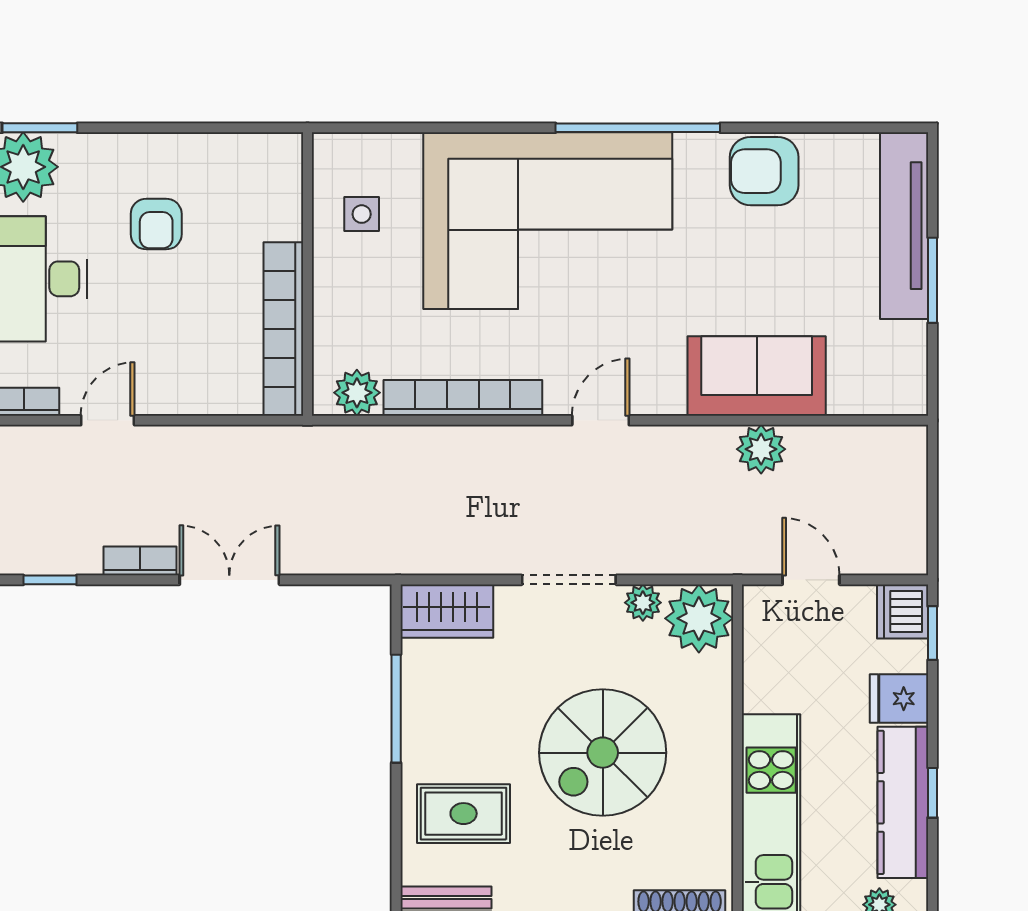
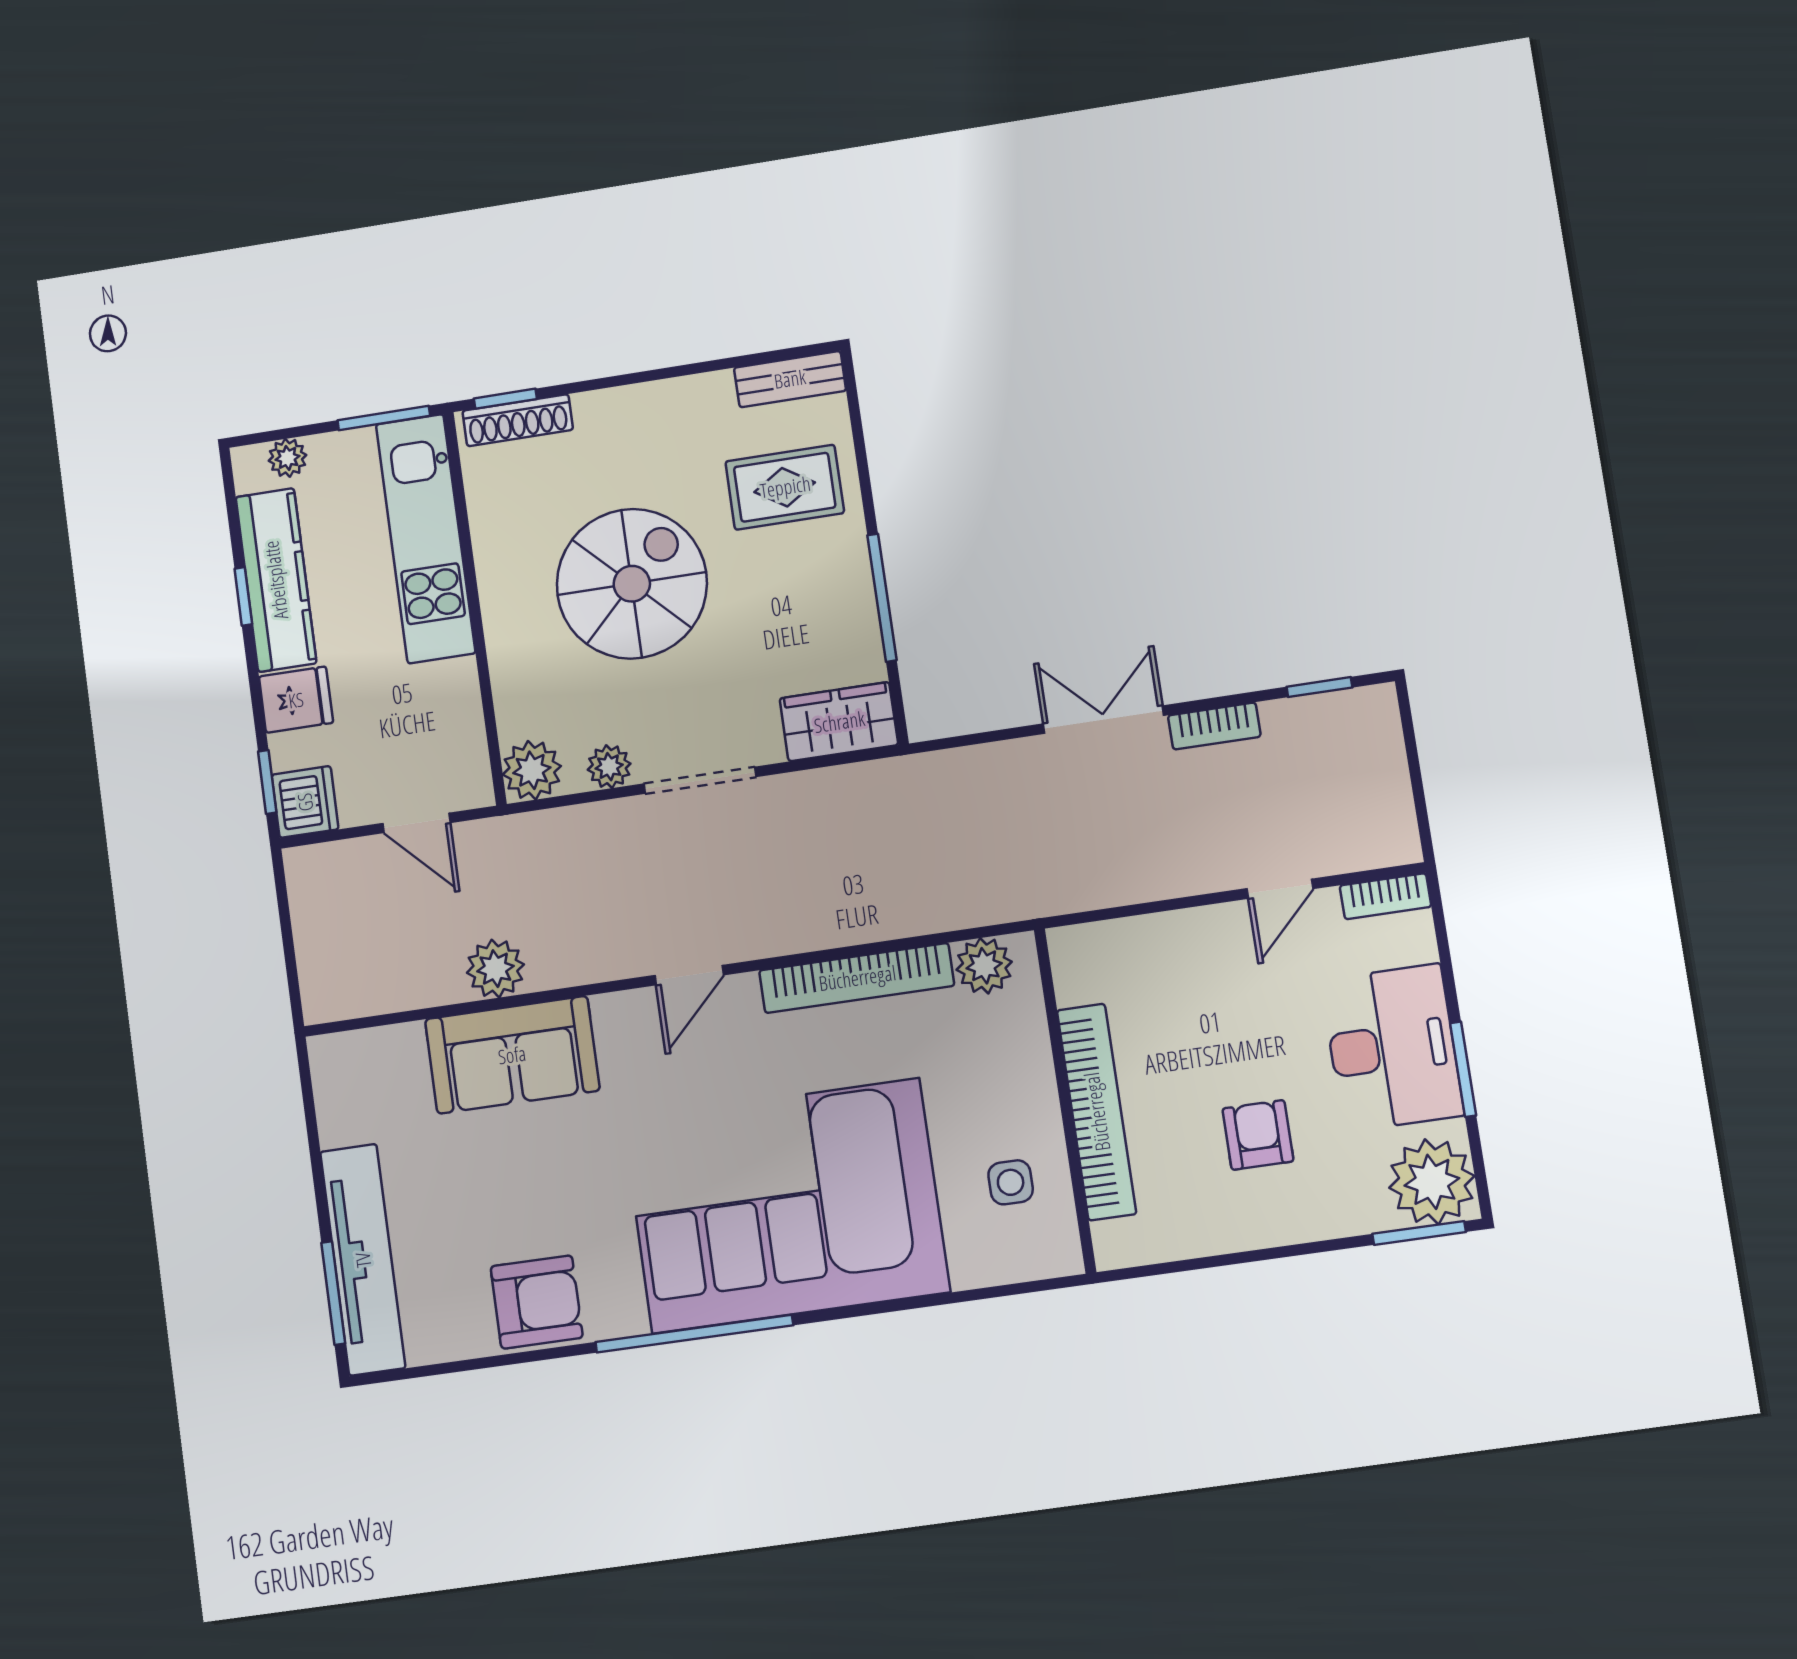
window: (932, 280) -> (333, 1293), moved
bookcase: (283, 329) -> (1097, 1112), moved
double door: (229, 580) -> (1103, 720), swing flipped
plant: (699, 618) -> (532, 770), width x0.73, depth x0.73

